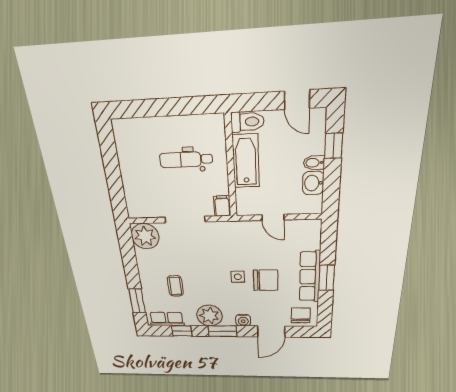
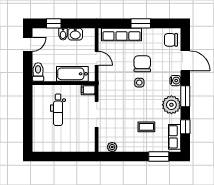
bathtub: (246, 161) -> (72, 74), moved
door: (273, 217) -> (97, 58), hinge flipped
plant: (145, 236) -> (112, 147), width x0.53, depth x0.53
row of seats: (310, 277) -> (121, 34), moved

